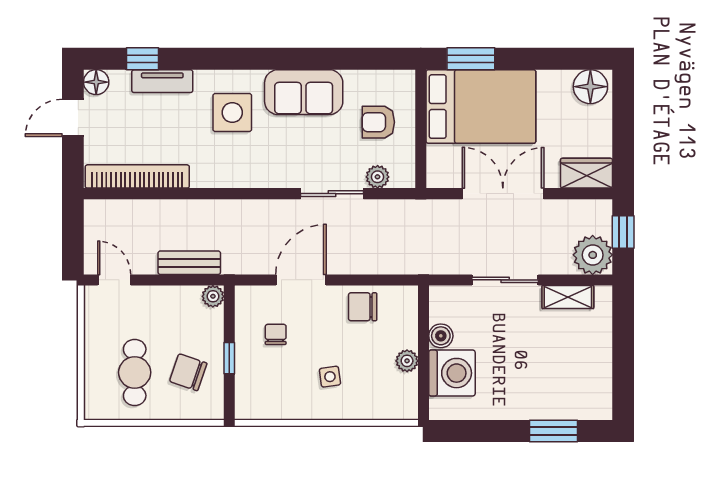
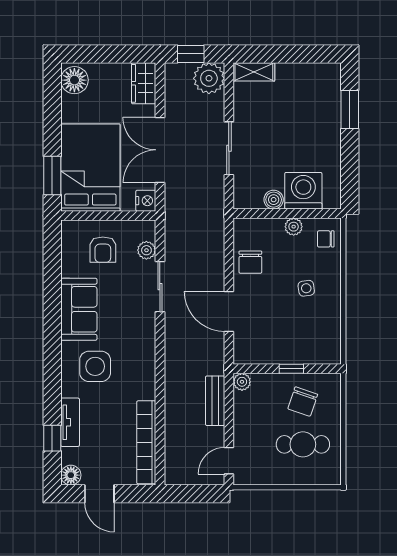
nightstand: (440, 176) -> (146, 201), added
shelving: (568, 297) -> (254, 72), moved, turned 90
chair: (276, 334) -> (326, 239), moved

